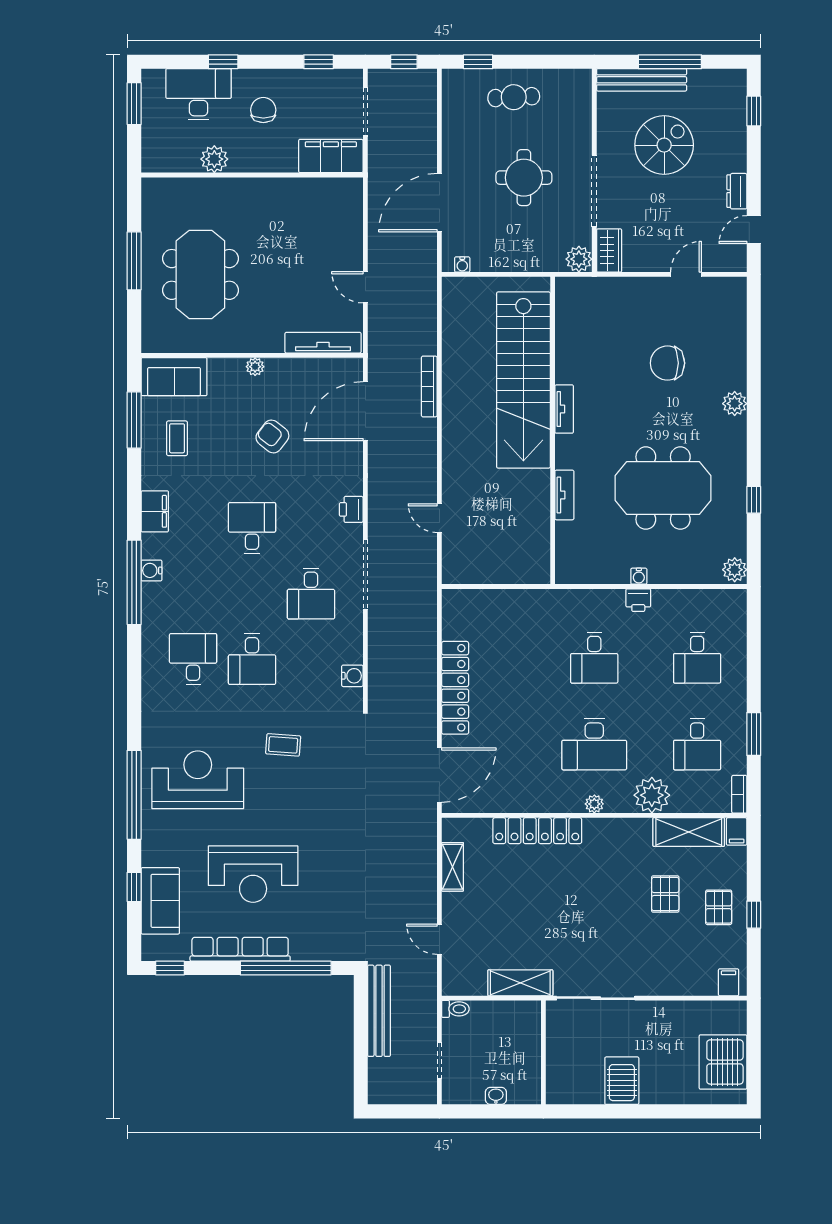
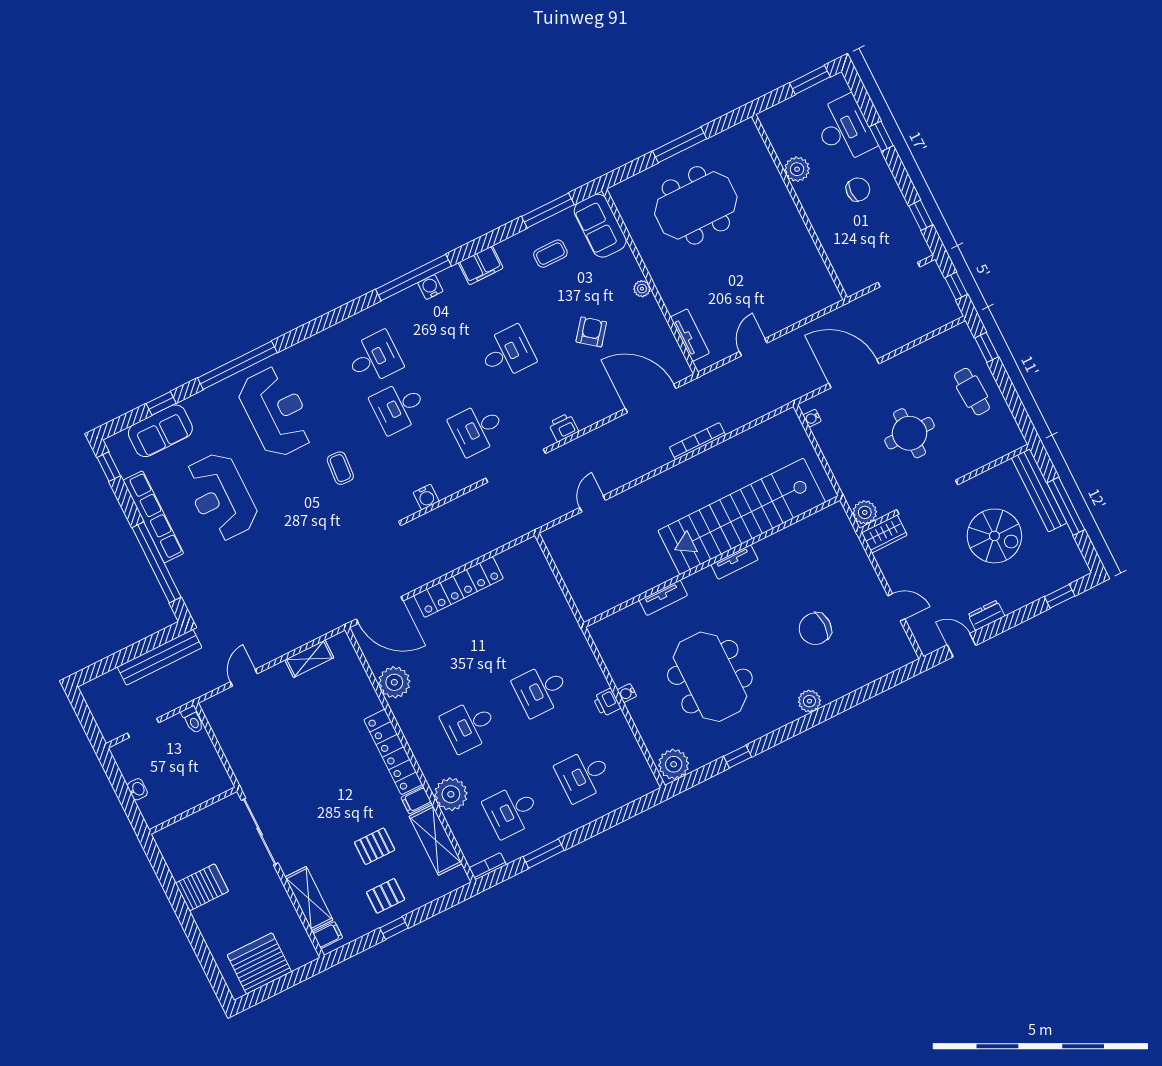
filing cabinet: (331, 156) -> (848, 264), removed
tv unit: (323, 343) -> (690, 335), width x0.71
chair: (667, 363) -> (815, 629), turned -90
plant: (735, 570) -> (674, 764), width x1.36, depth x1.36
desk: (594, 744) -> (469, 726), width x0.73
plant: (594, 804) -> (394, 682), moved, width x1.88, depth x1.88
locker: (537, 831) -> (393, 752), moved
filing cabinet: (737, 831) -> (416, 800), moved
shelving: (520, 983) -> (309, 898), moved

